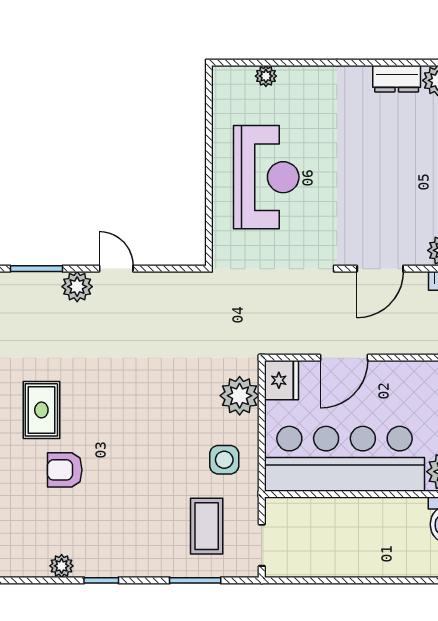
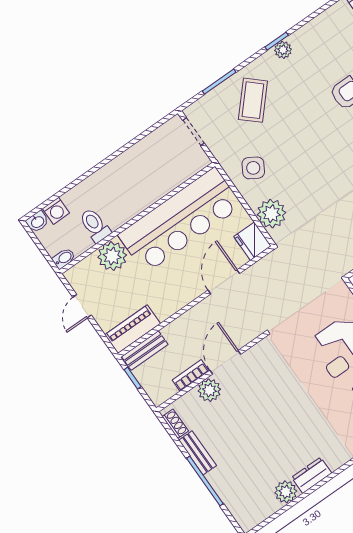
door: (380, 269) -> (225, 362), moved
side table: (224, 460) -> (253, 168), turned 31
coffee table: (207, 526) -> (253, 100), moved, turned 42
plant: (62, 566) -> (283, 50), moved

